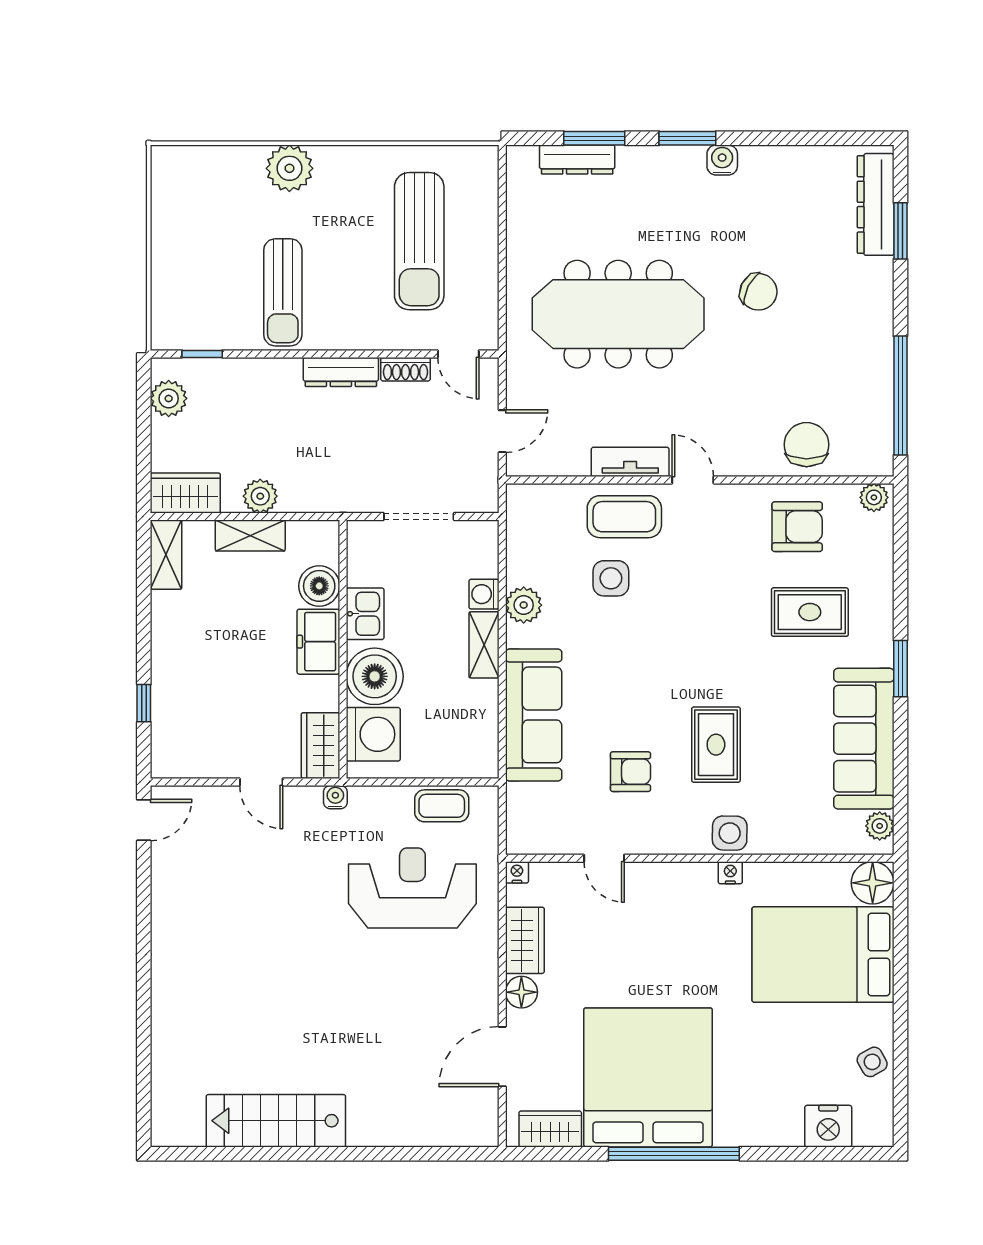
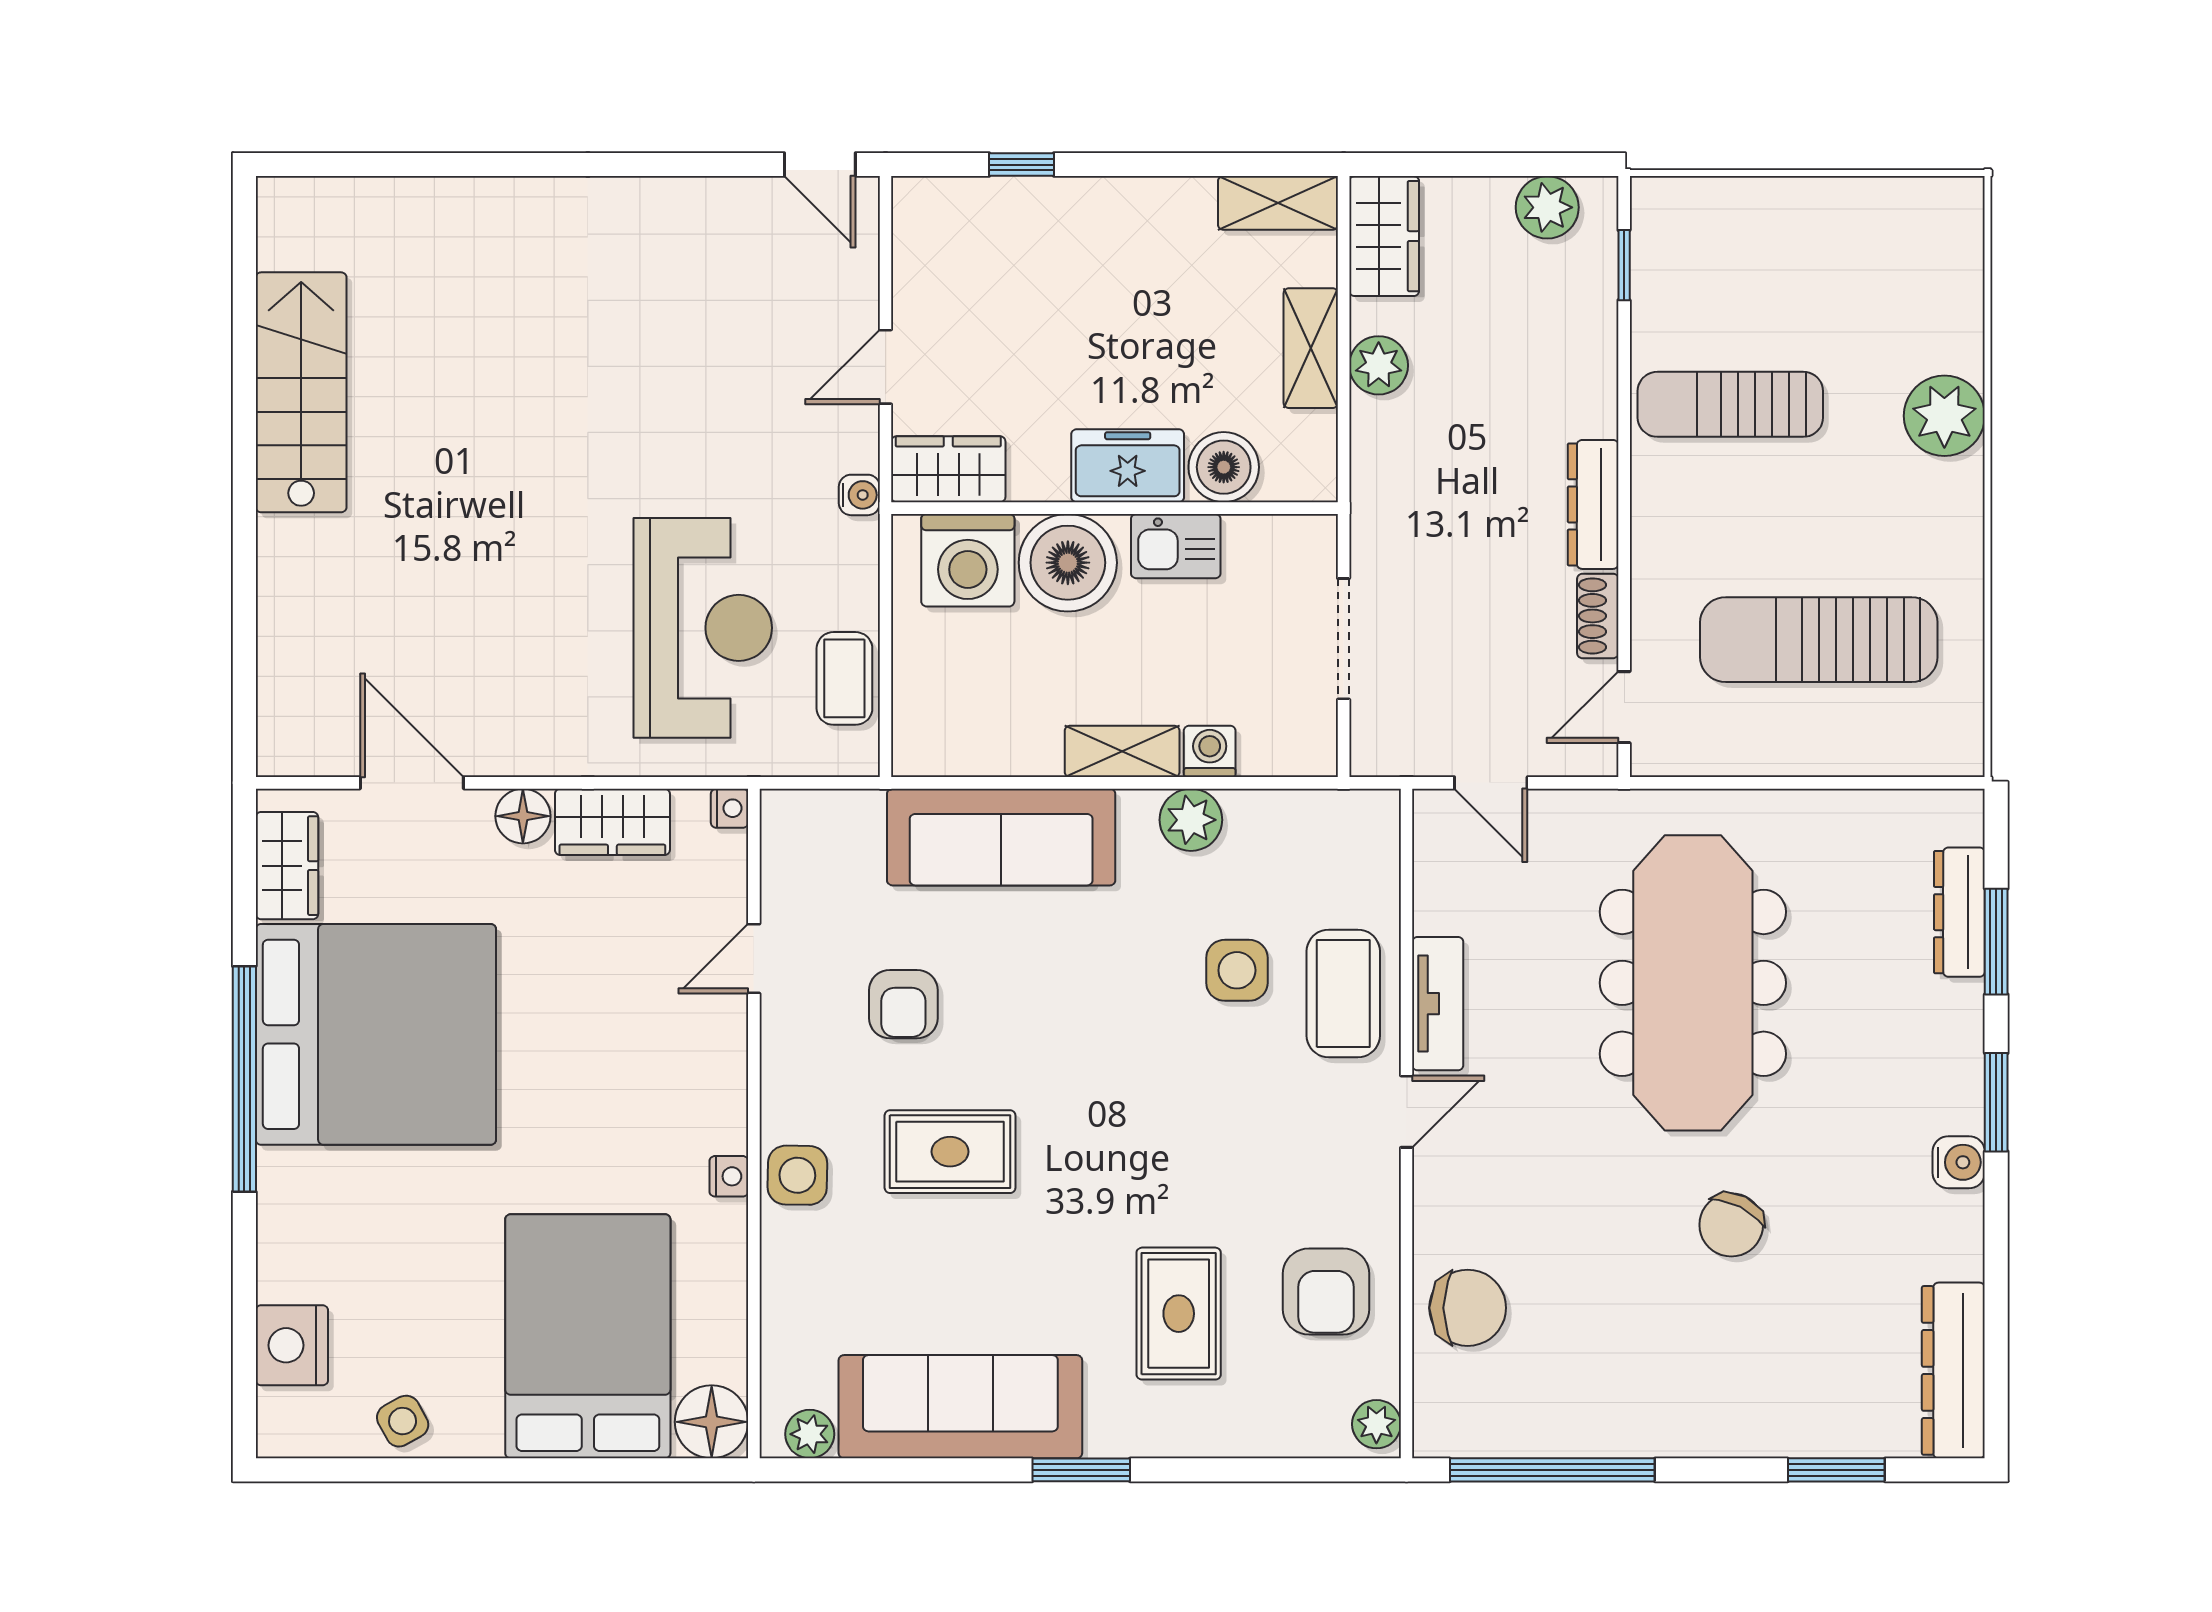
dresser: (876, 204) -> (1953, 1370), moved, turned -90

